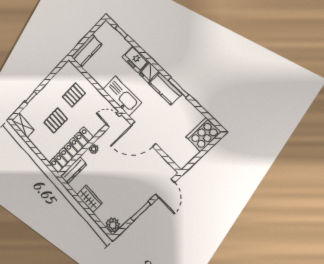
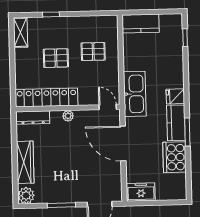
freezer: (135, 59) -> (141, 192), moved, turned 90
cooker: (204, 134) -> (174, 157), moved, turned -90
wardrobe: (89, 199) -> (25, 162), width x1.50

